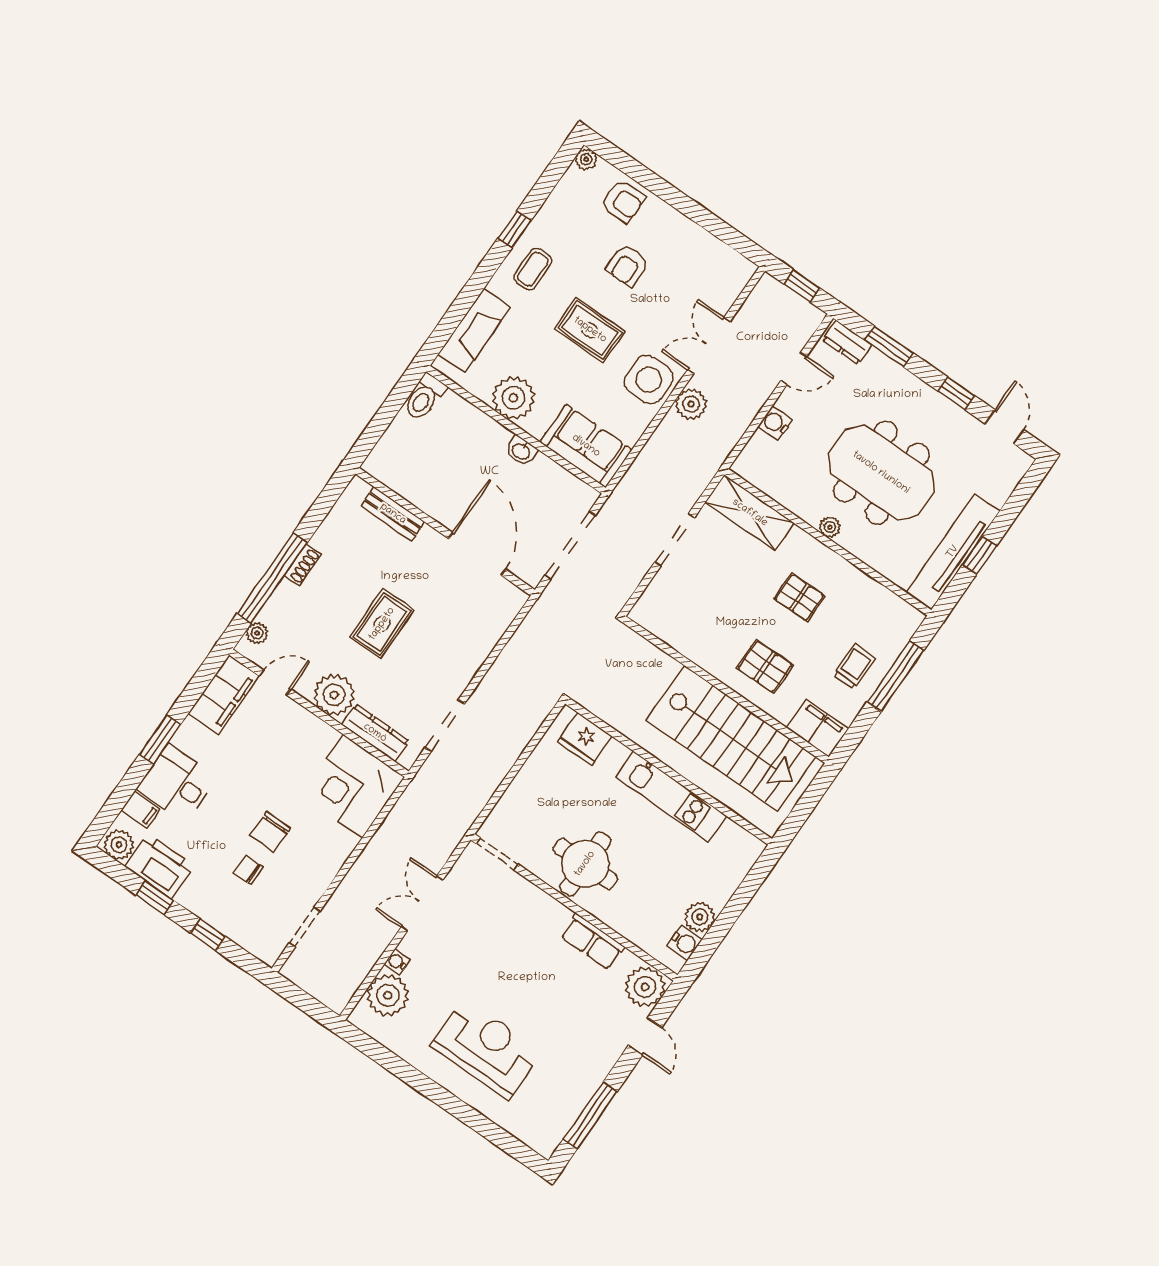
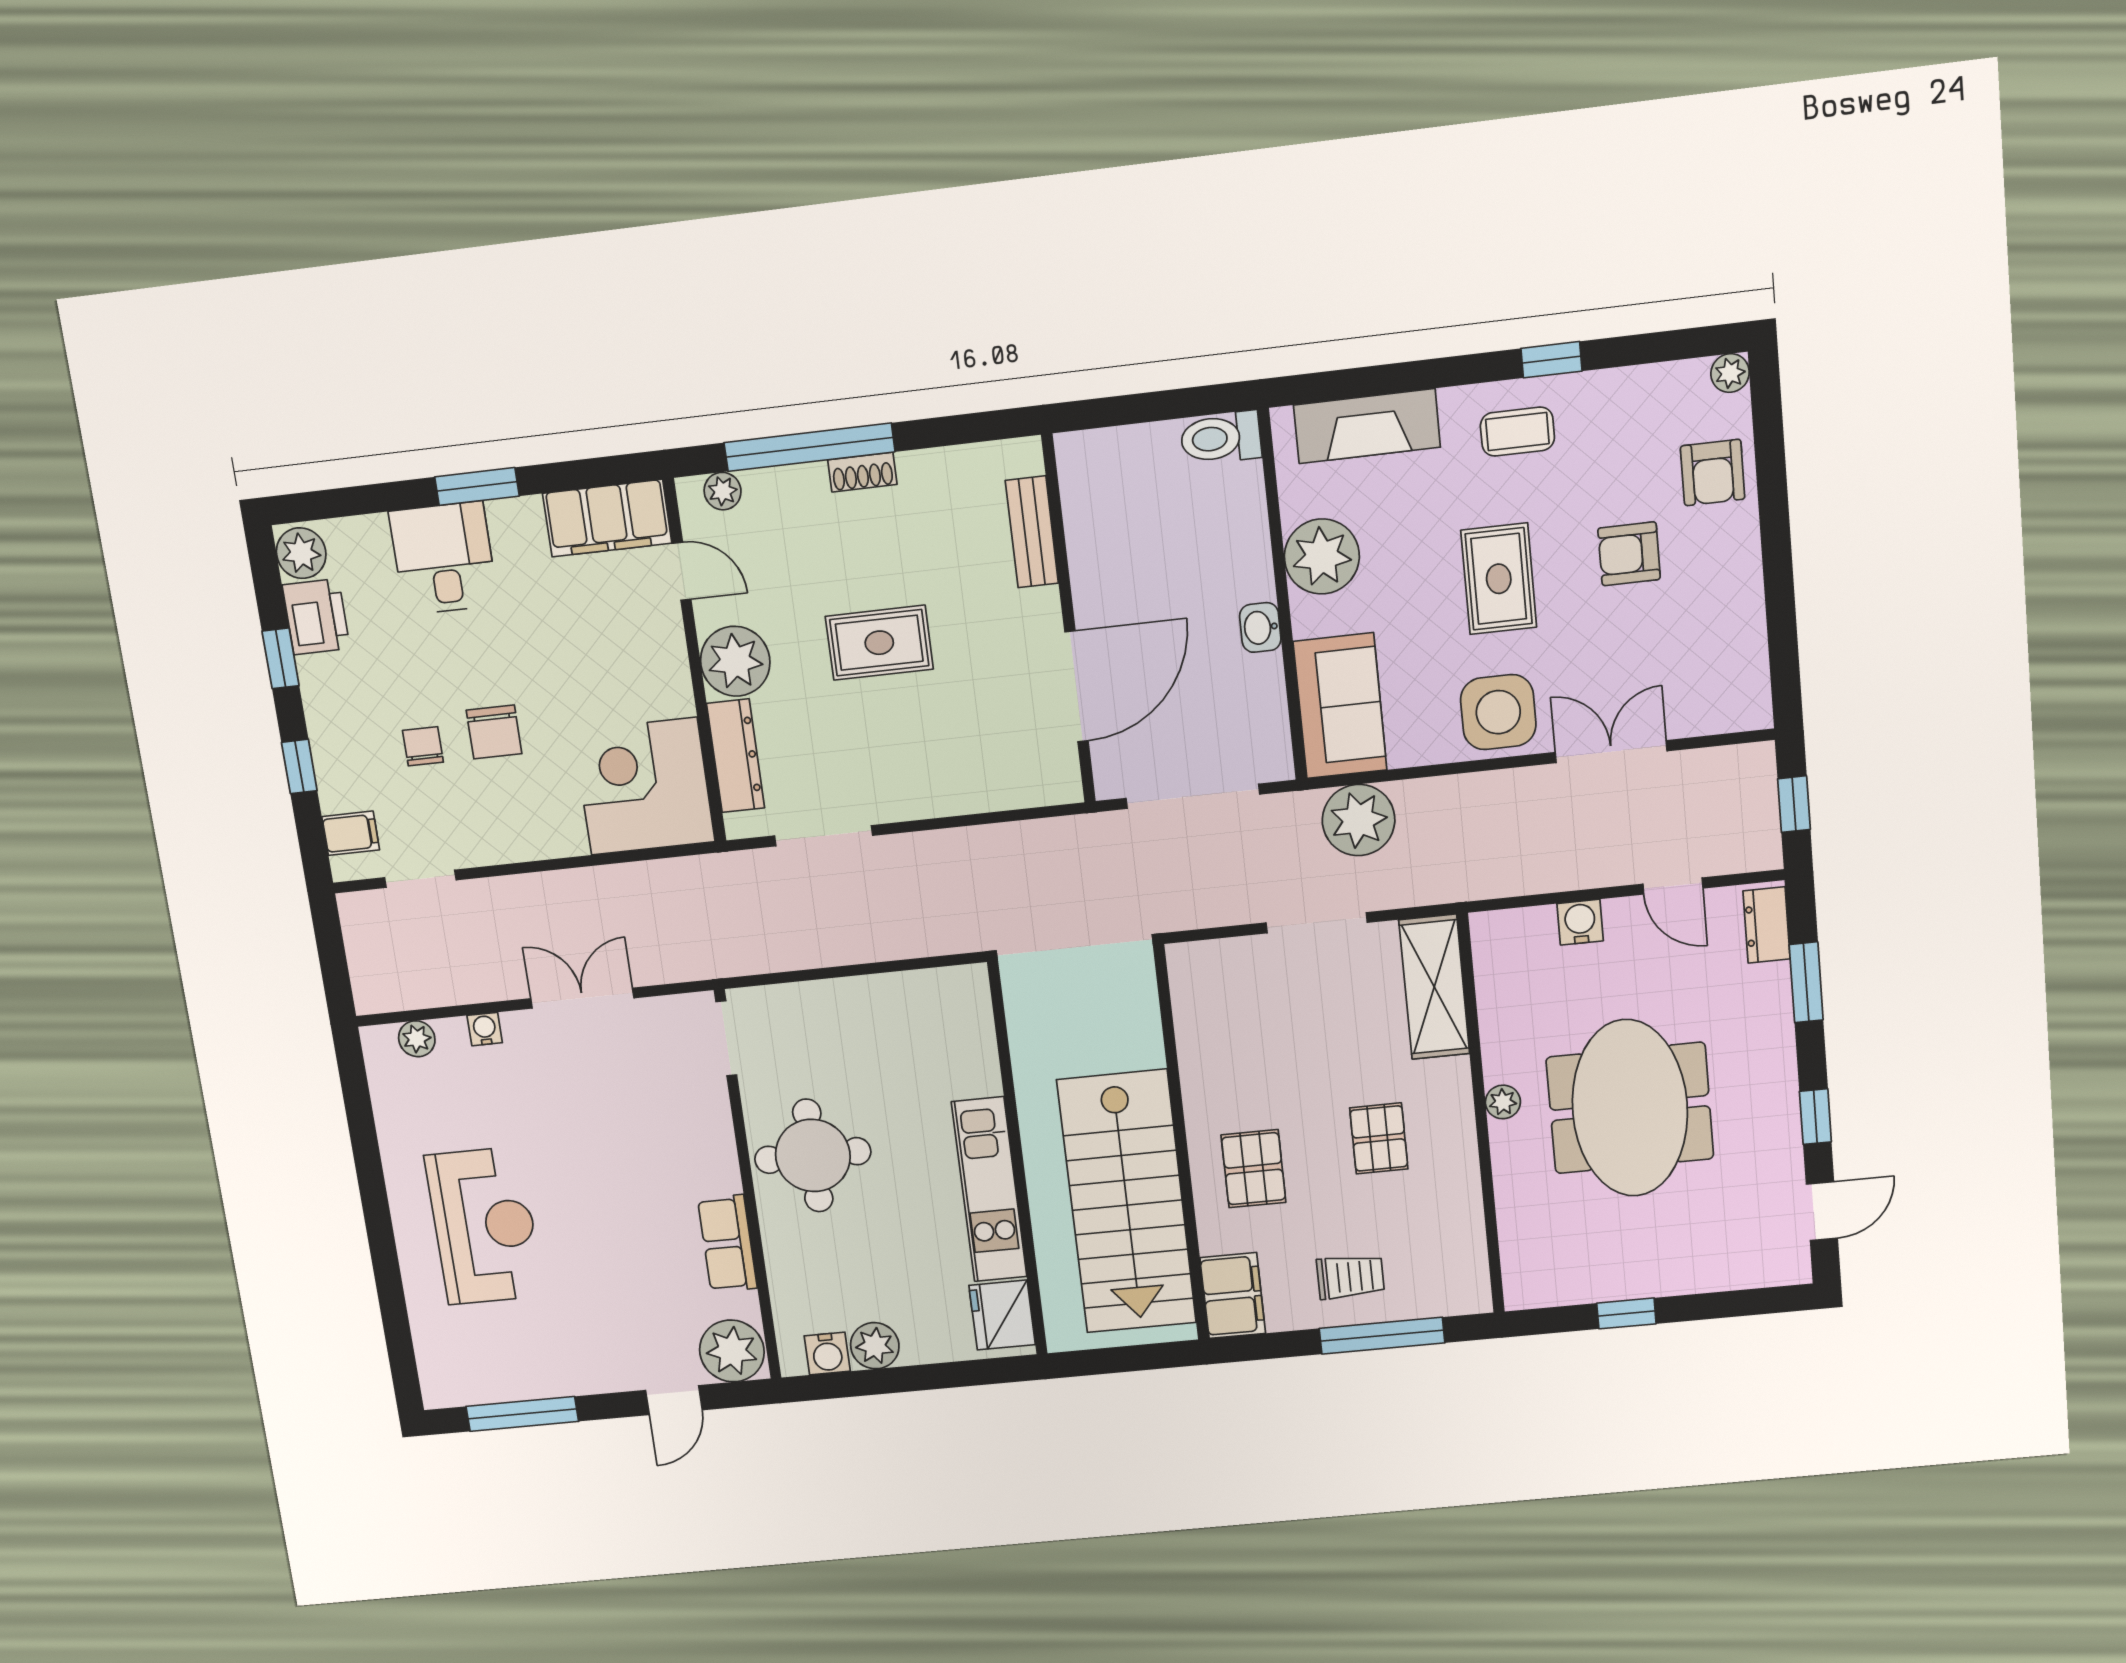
plant: (691, 404) -> (1359, 820), moved, width x1.36, depth x1.36
tv unit: (953, 552) -> (1603, 1278), removed
fridge: (585, 739) -> (1002, 1315), moved
filing cabinet: (141, 810) -> (351, 833), moved, turned -90
chair: (270, 832) -> (494, 732), turned -90
printer: (159, 866) -> (316, 617), width x0.73, depth x0.84
plant: (388, 995) -> (417, 1039), width x0.53, depth x0.53

